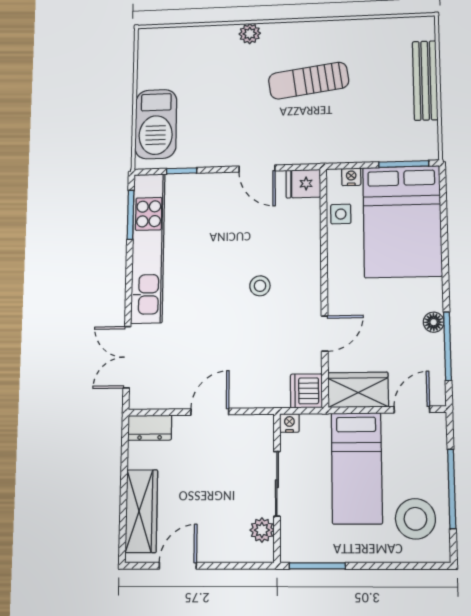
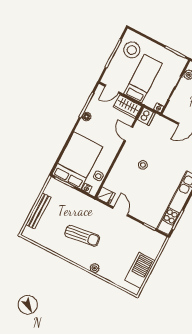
barbecue: (156, 124) -> (140, 270), moved
door: (325, 334) -> (128, 134), hinge flipped

